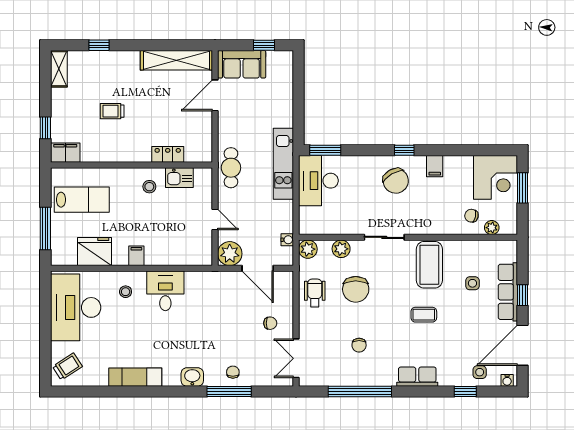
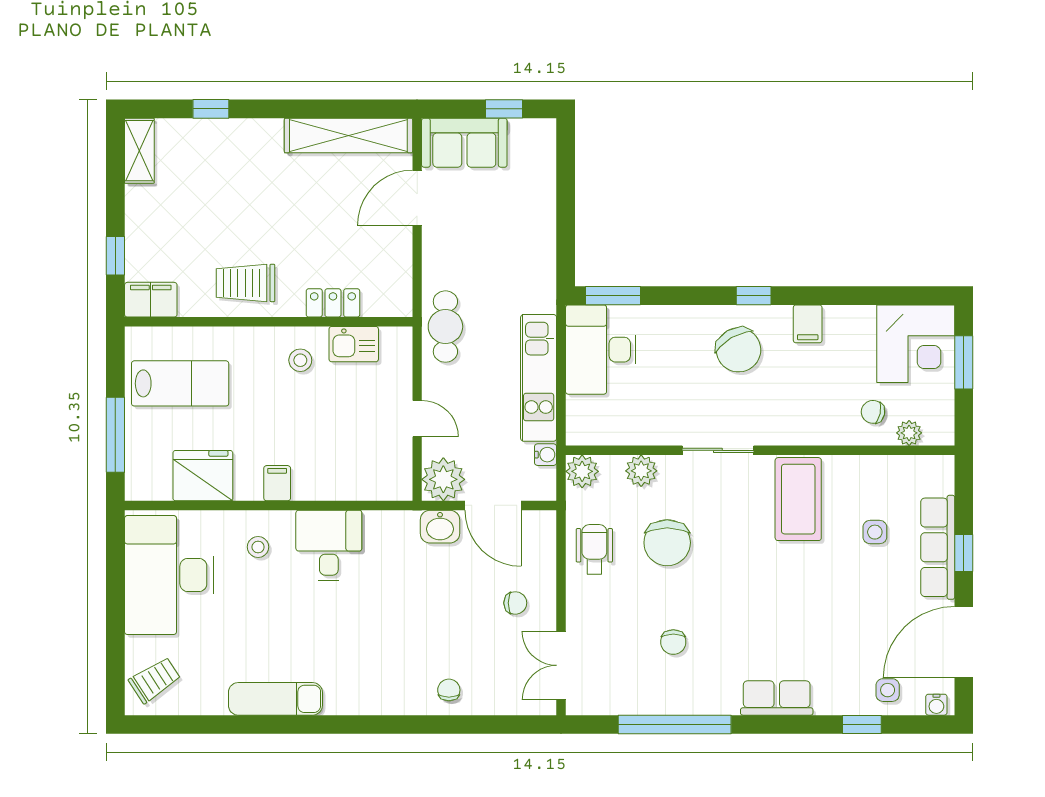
trolley: (112, 111) -> (246, 283), moved, width x1.36, depth x1.39
kitchen unit: (283, 164) -> (539, 378), moved
coffee table: (424, 315) -> (788, 588), removed
washbasin: (192, 377) -> (440, 527), moved, turned 180
window: (229, 391) -> (442, 724), removed

